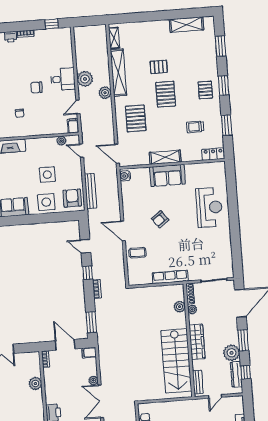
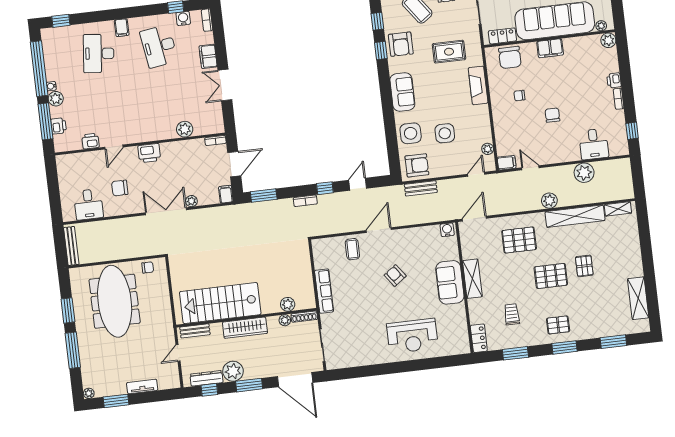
desk: (63, 79) -> (594, 144), moved
plant: (85, 79) -> (584, 173), moved
bench: (91, 191) -> (421, 188), width x0.73
door: (215, 396) -> (178, 353), hinge flipped

